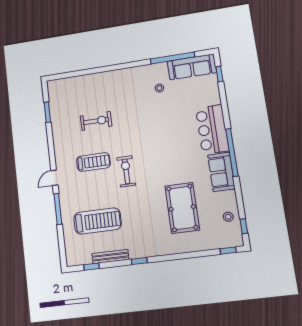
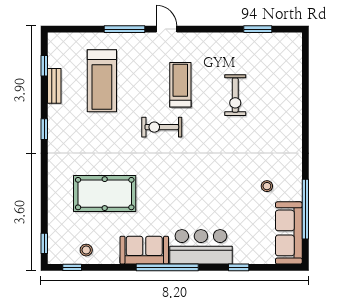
window: (219, 74) -> (239, 267), moved
treadmill: (93, 162) -> (180, 85), turned 180
exercise bike: (126, 171) -> (162, 127), turned 180
bench: (110, 257) -> (54, 86), width x0.73

